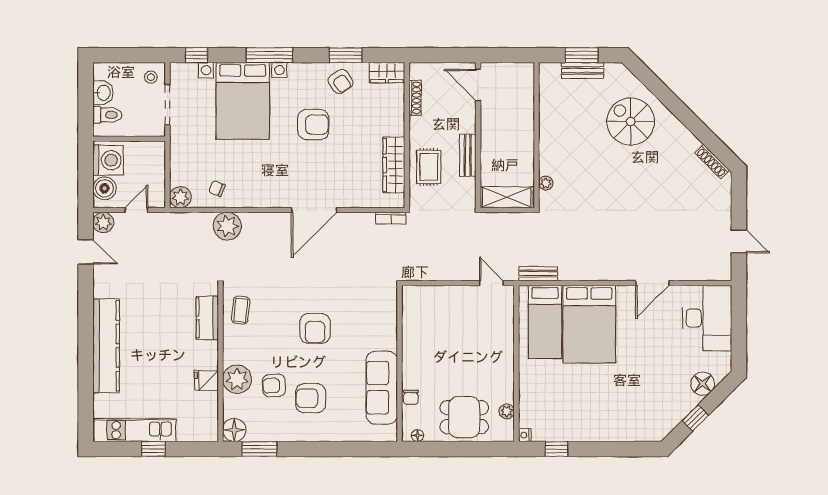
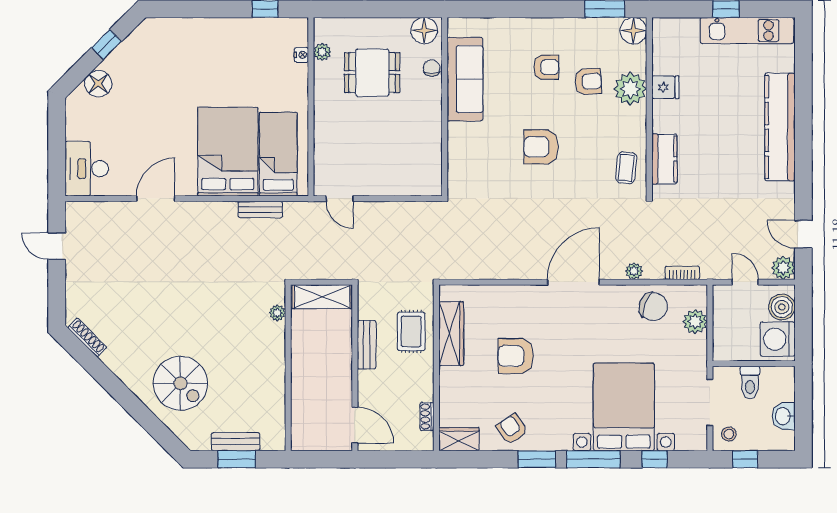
window: (137, 55) -> (745, 459), added
window: (197, 55) -> (655, 459), moved
window: (346, 55) -> (537, 459), moved
shoe rack: (415, 98) -> (427, 416), width x0.70
toilet: (107, 115) -> (750, 382), moved, turned -90
armchair: (313, 125) -> (516, 356), moved
chair: (217, 189) -> (653, 307), width x1.87, depth x1.87
plant: (180, 197) -> (695, 322), moved
door: (137, 210) -> (745, 282), swing flipped
door: (314, 210) -> (573, 282), moved
bookcase: (391, 218) -> (682, 273), moved
plant: (227, 226) -> (634, 271), width x0.53, depth x0.53
bench: (538, 274) -> (260, 210), moved
desk: (707, 318) -> (87, 169), width x0.73, depth x0.77
armchair: (315, 328) -> (541, 147), turned -90
armchair: (311, 398) -> (546, 67), width x0.72, depth x0.72
dining table: (464, 417) -> (372, 73), moved
nightstand: (525, 435) -> (301, 55), moved
floor lamp: (417, 436) -> (424, 31), width x1.89, depth x1.89

